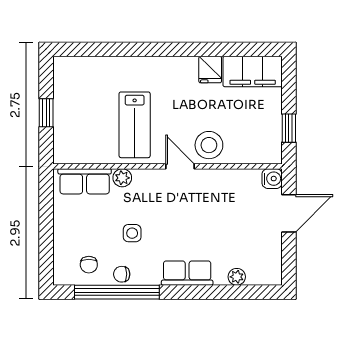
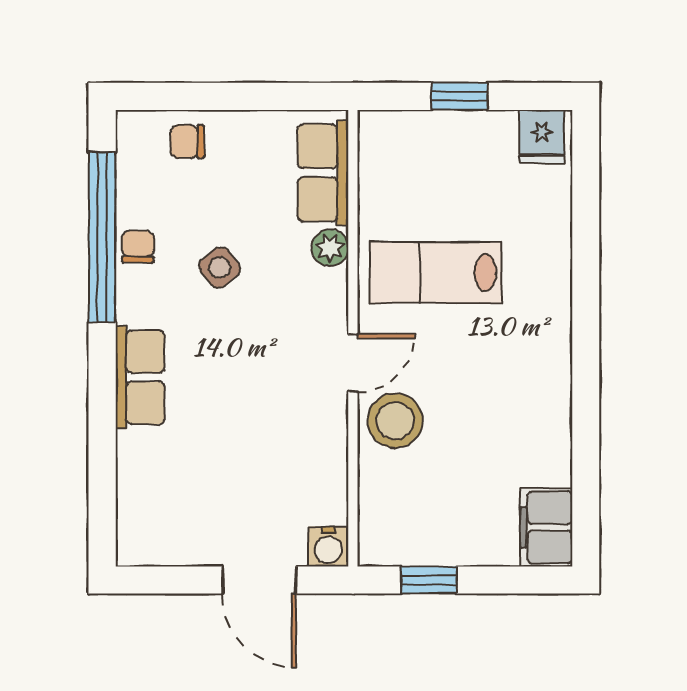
fridge: (210, 70) -> (542, 136), moved, turned -90
filing cabinet: (253, 72) -> (546, 527), width x0.67, depth x0.86
side table: (132, 233) -> (220, 268), turned -38
chair: (89, 265) -> (187, 141), moved
plant: (237, 277) -> (133, 476), removed

